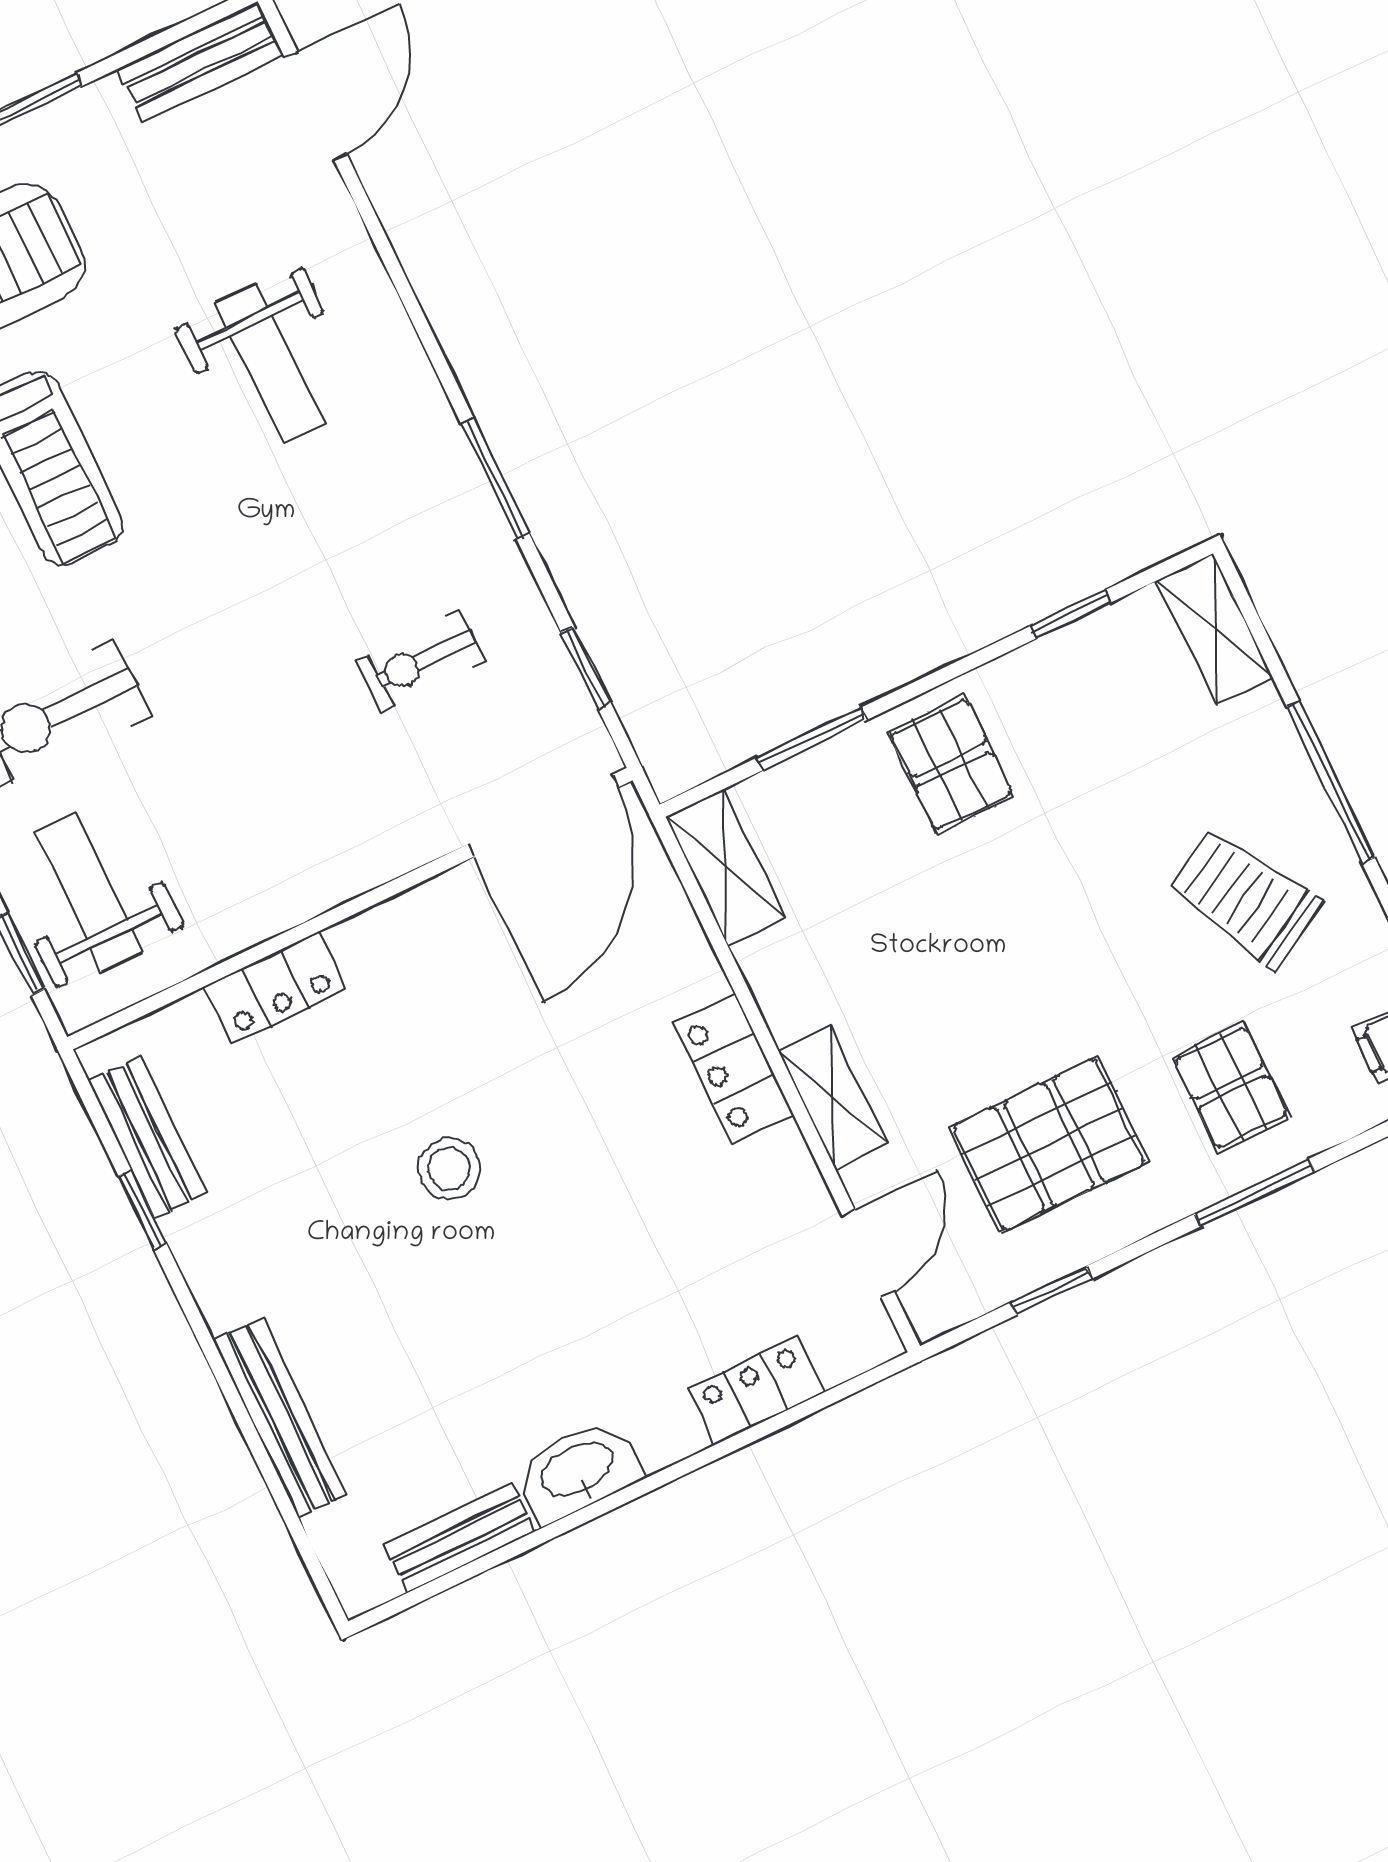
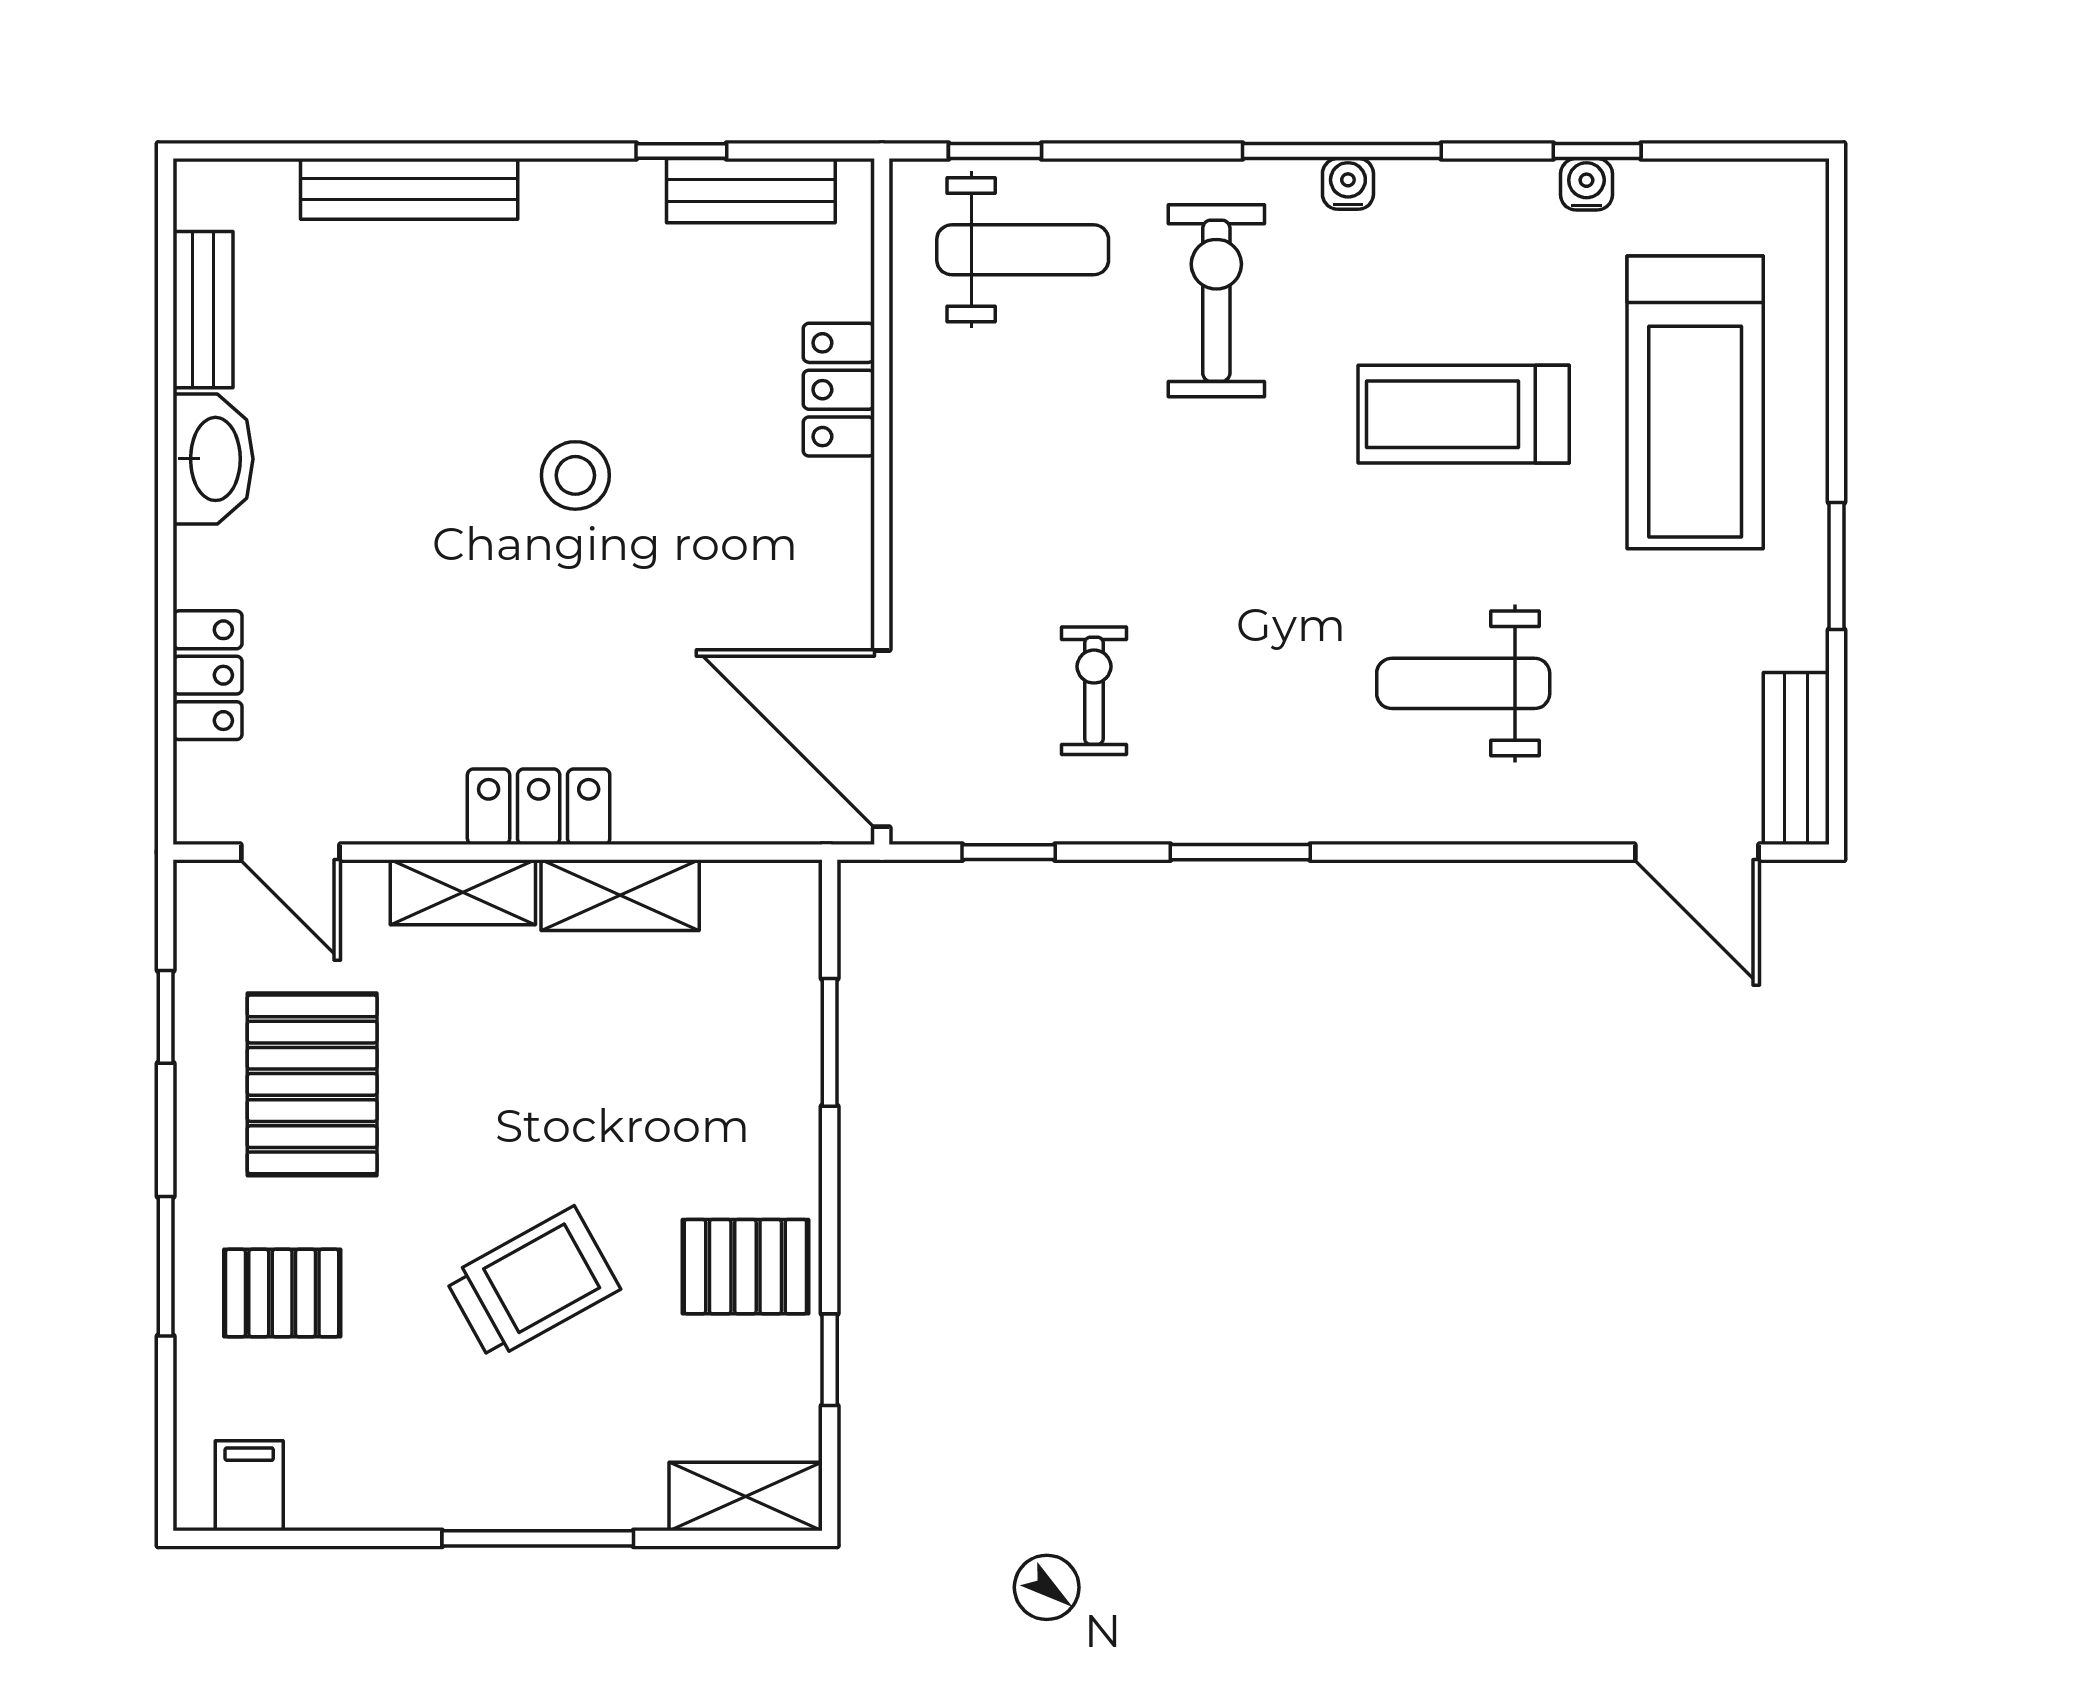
pallet: (951, 764) -> (745, 1267), moved
shelving: (725, 867) -> (620, 895), moved
trolley: (1245, 898) -> (533, 1283), moved

